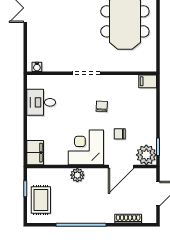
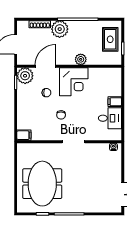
filing cabinet: (35, 153) -> (115, 102), moved, width x0.50
plant: (103, 213) -> (60, 29), added

